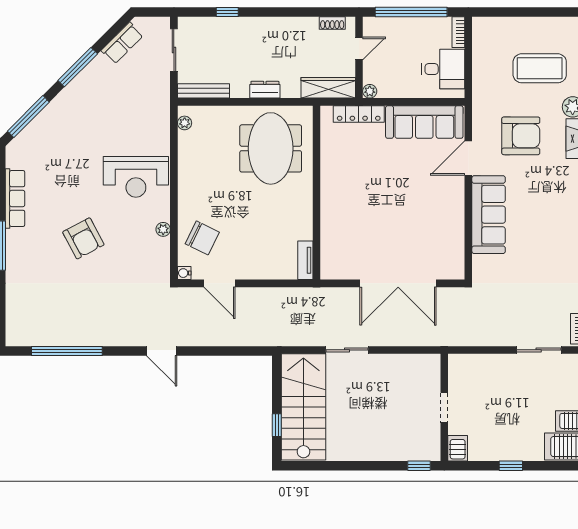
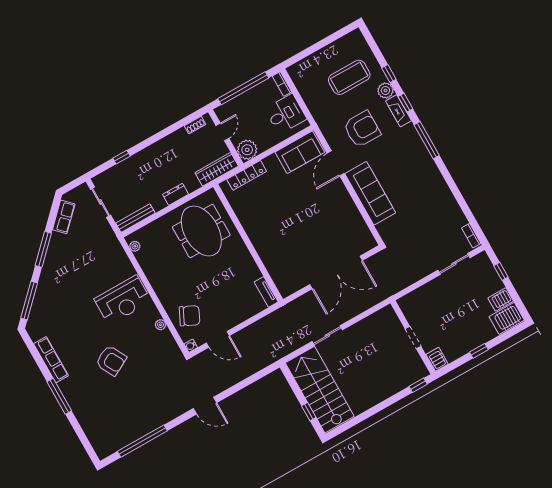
plant: (370, 91) -> (247, 150), width x1.88, depth x1.88
sofa: (424, 122) -> (300, 152), width x0.73

